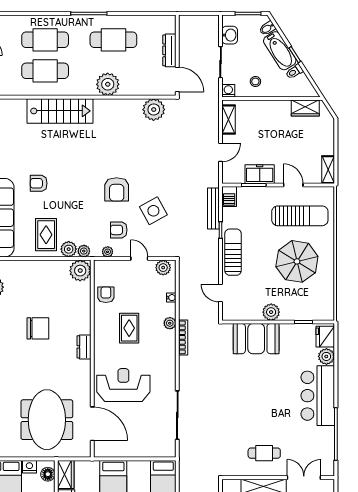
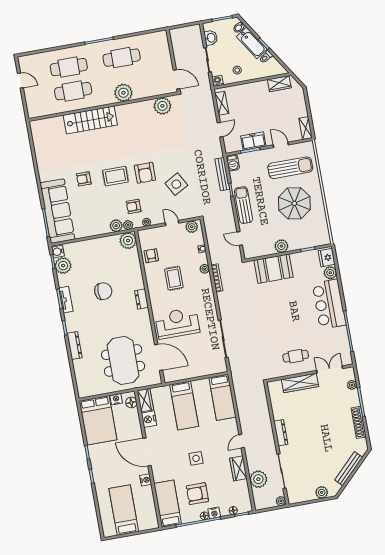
dresser: (169, 50) -> (166, 58), removed
armchair: (119, 230) -> (134, 206), moved
rug: (46, 235) -> (115, 176), moved, turned 90

